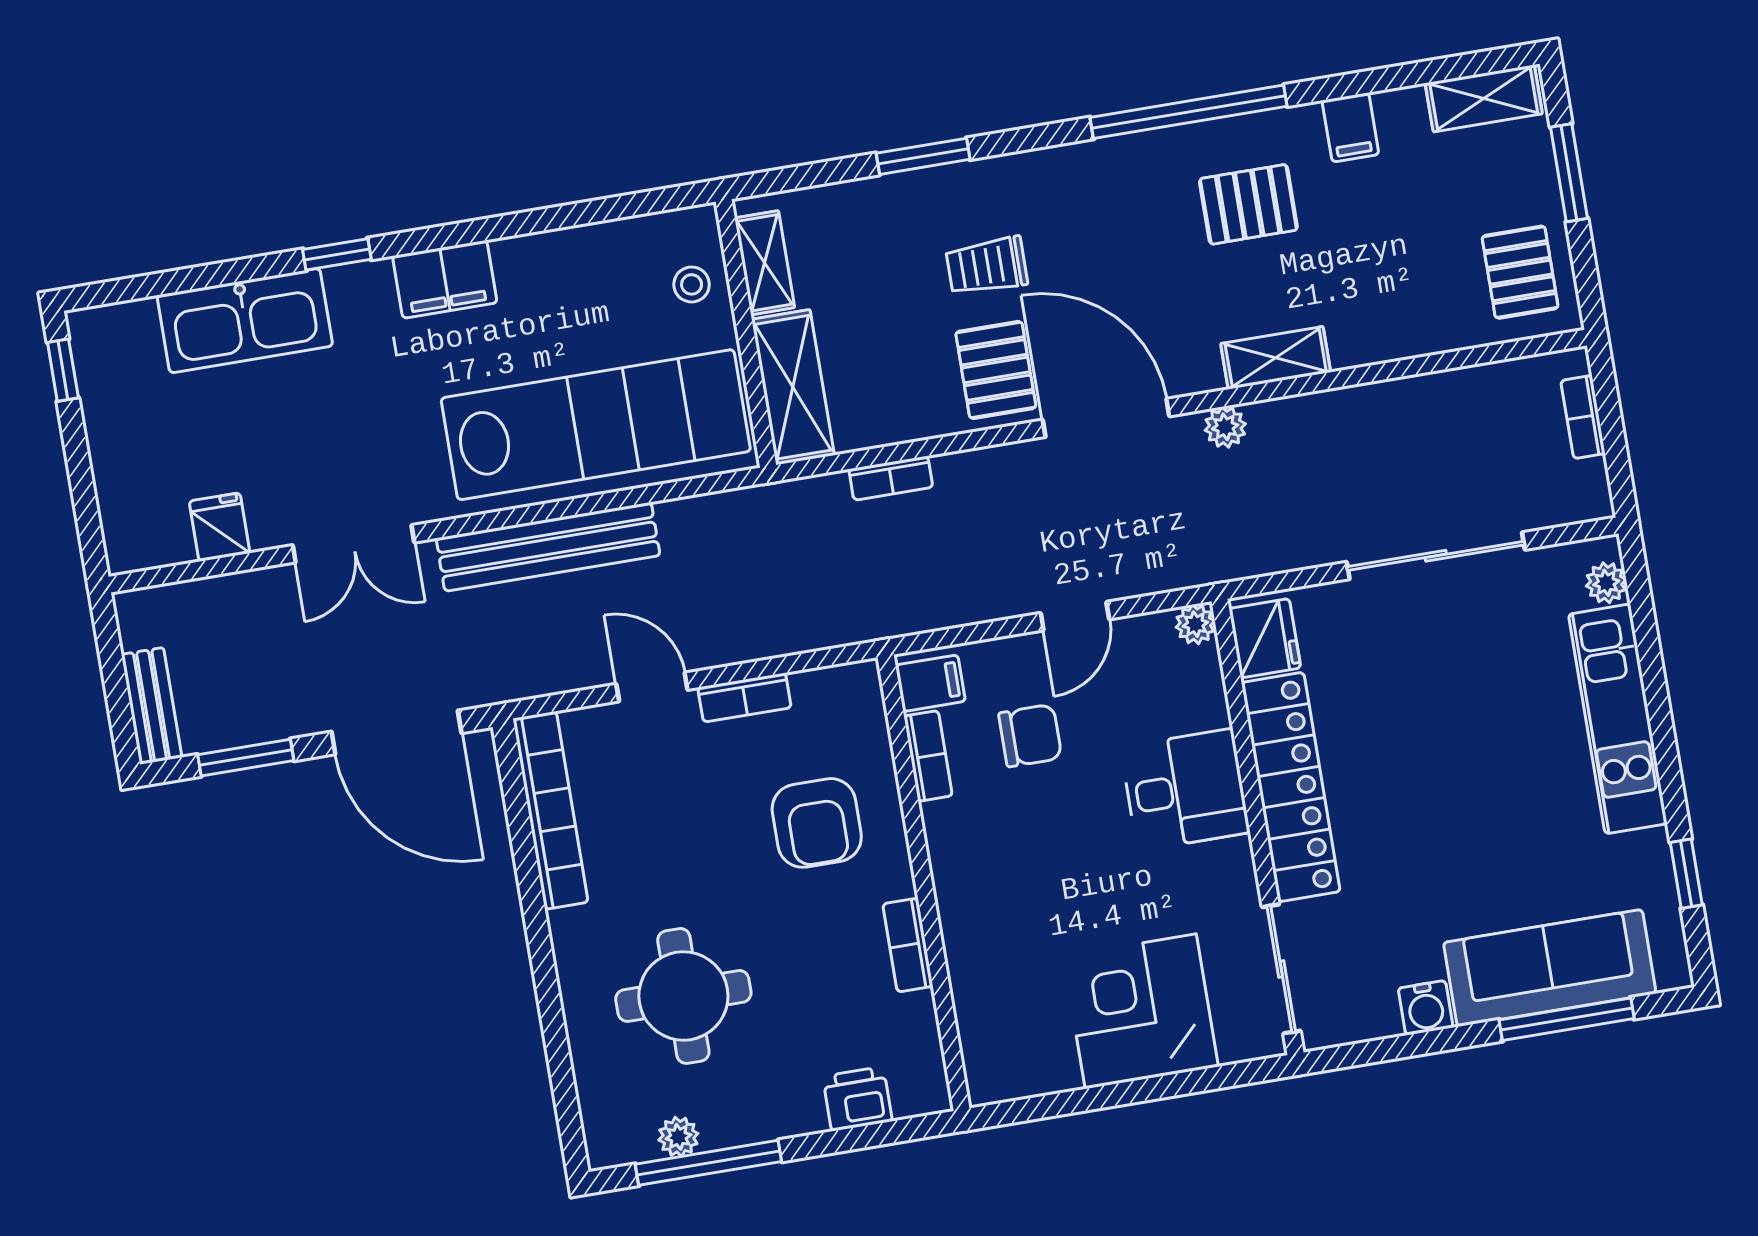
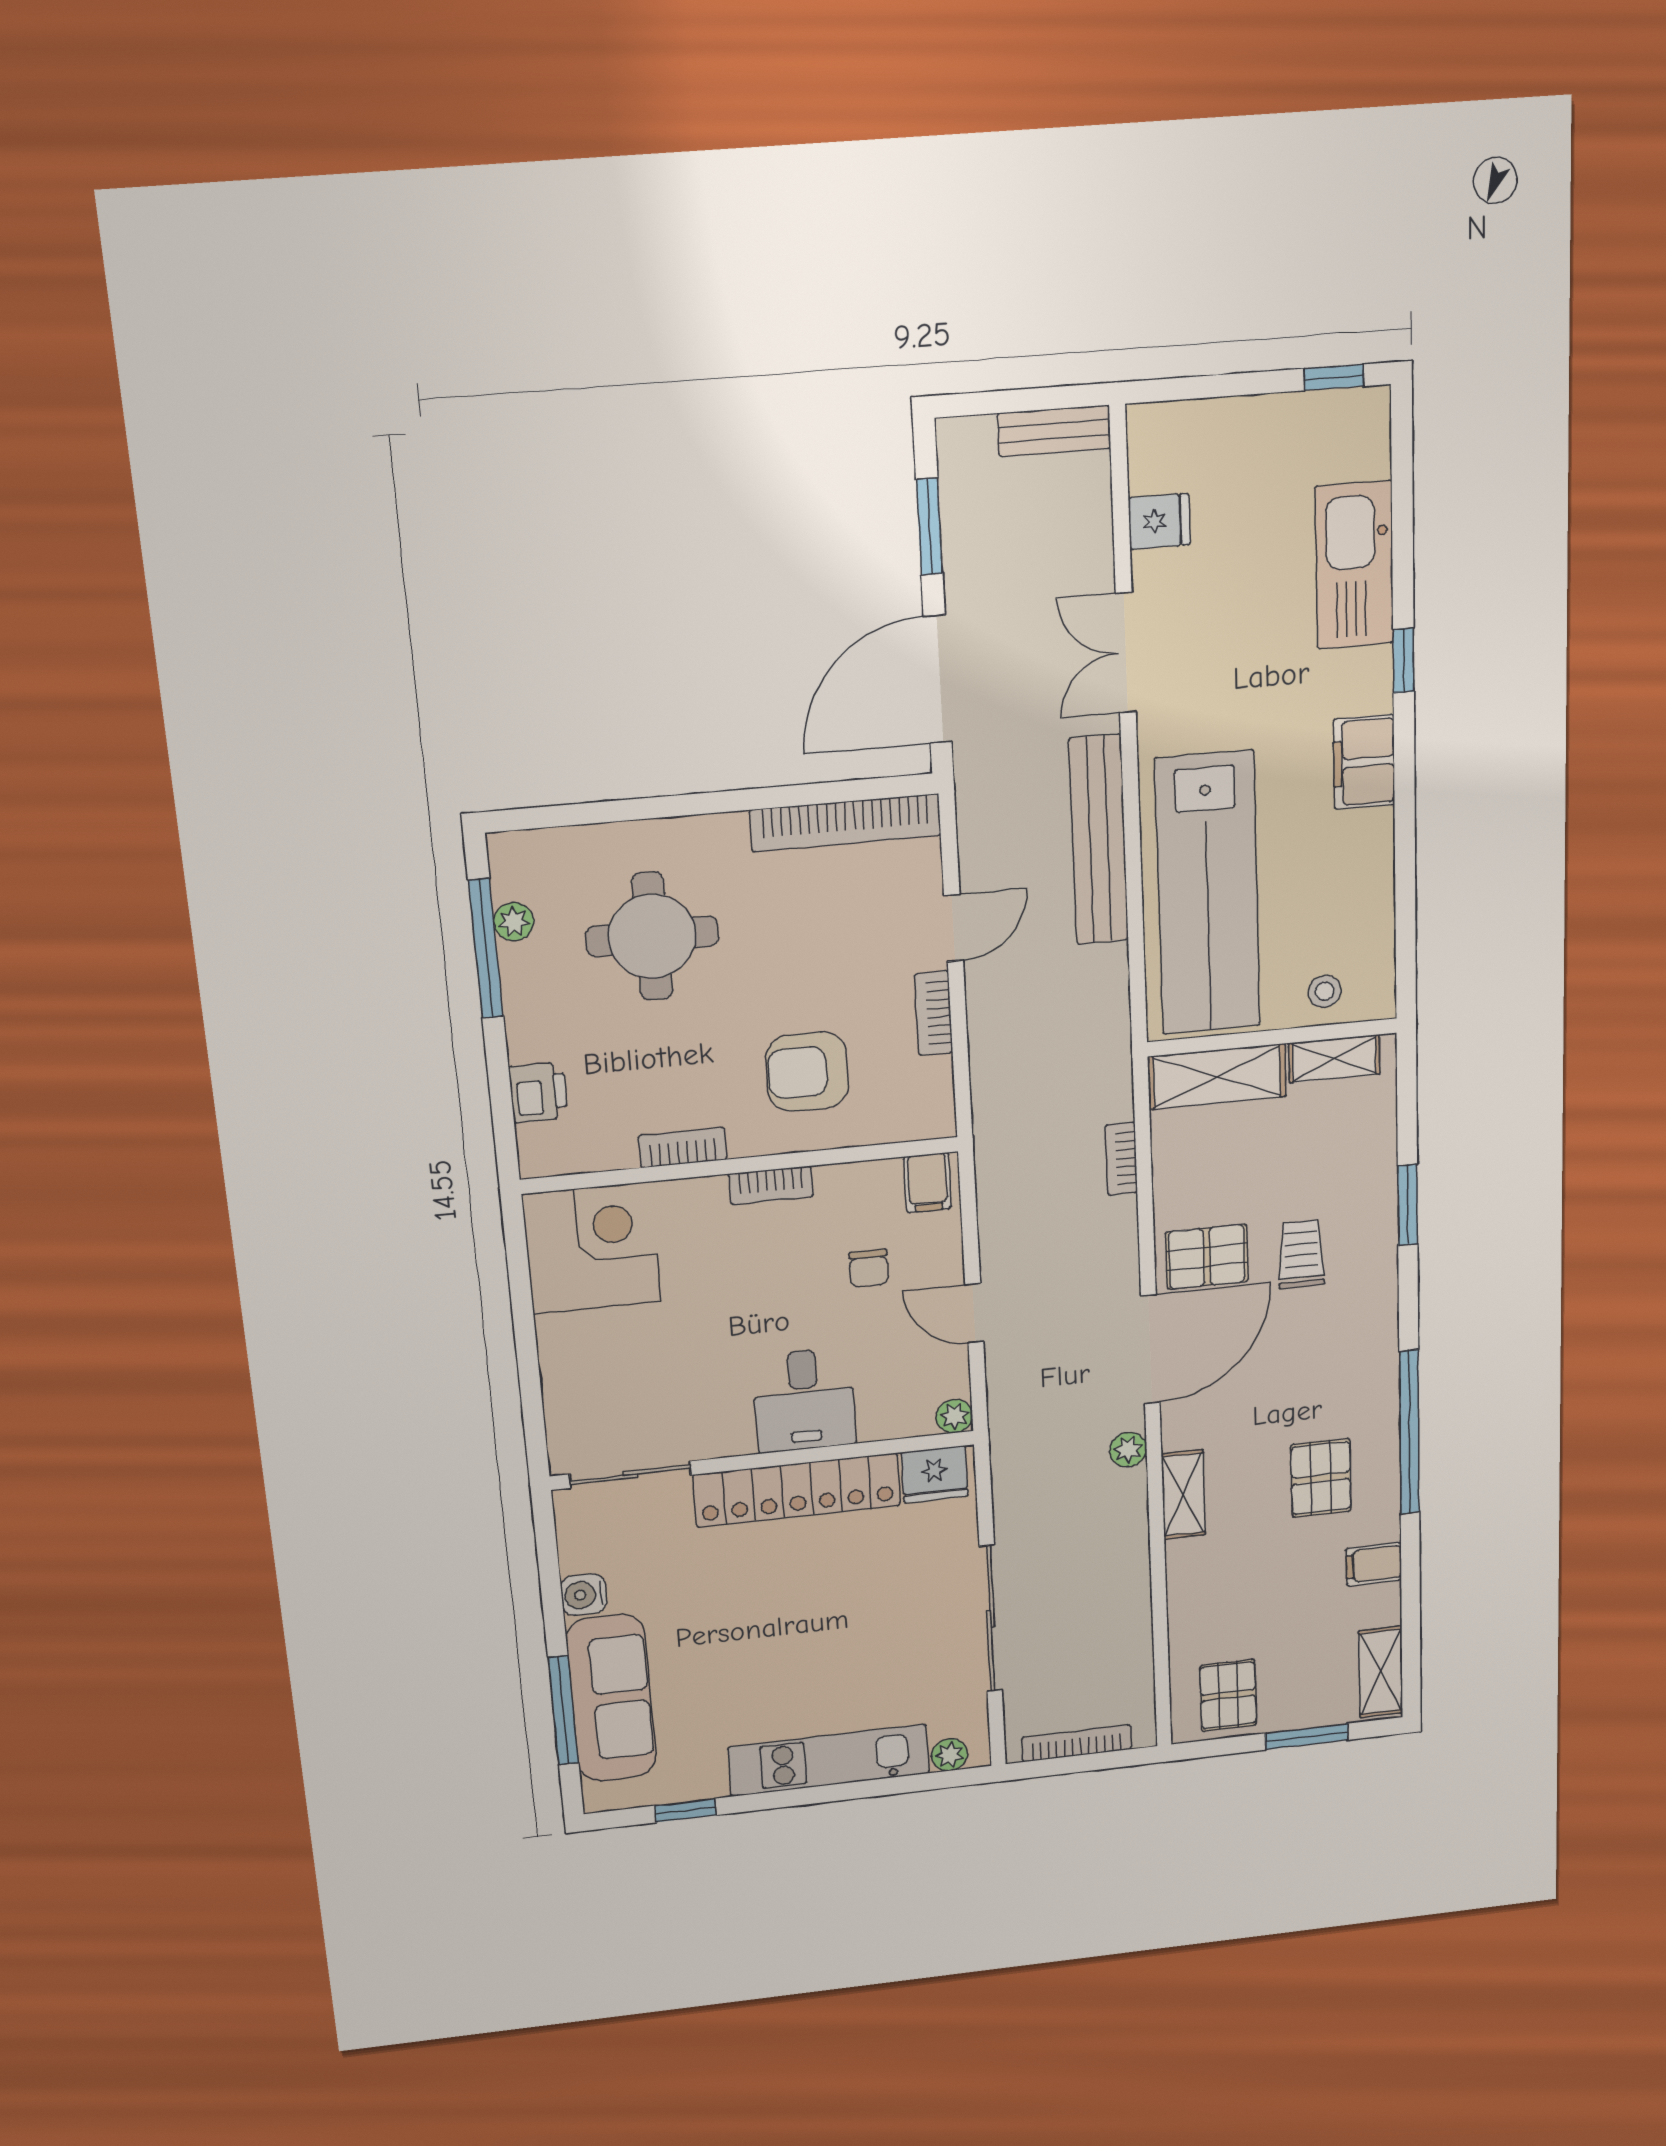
pallet: (1520, 272) -> (1228, 1695), turned 90
bookcase: (1583, 417) -> (1077, 1743), width x1.56
bench: (152, 706) -> (1054, 431), moved
chair: (1030, 736) -> (869, 1268), width x0.73, depth x0.73
bookcase: (928, 756) -> (771, 1185), moved
corner desk: (1141, 1011) -> (592, 1248), moved

